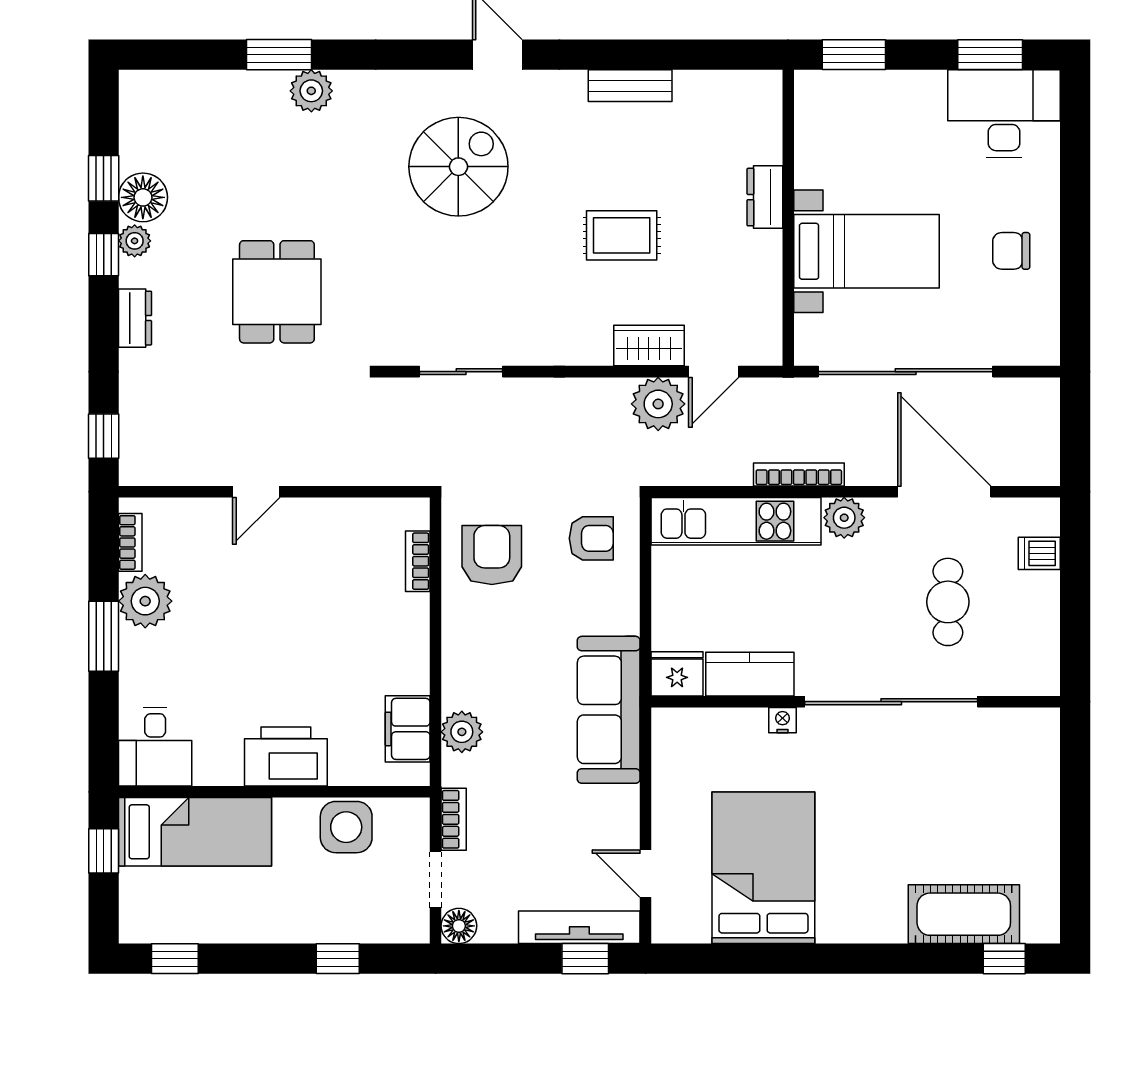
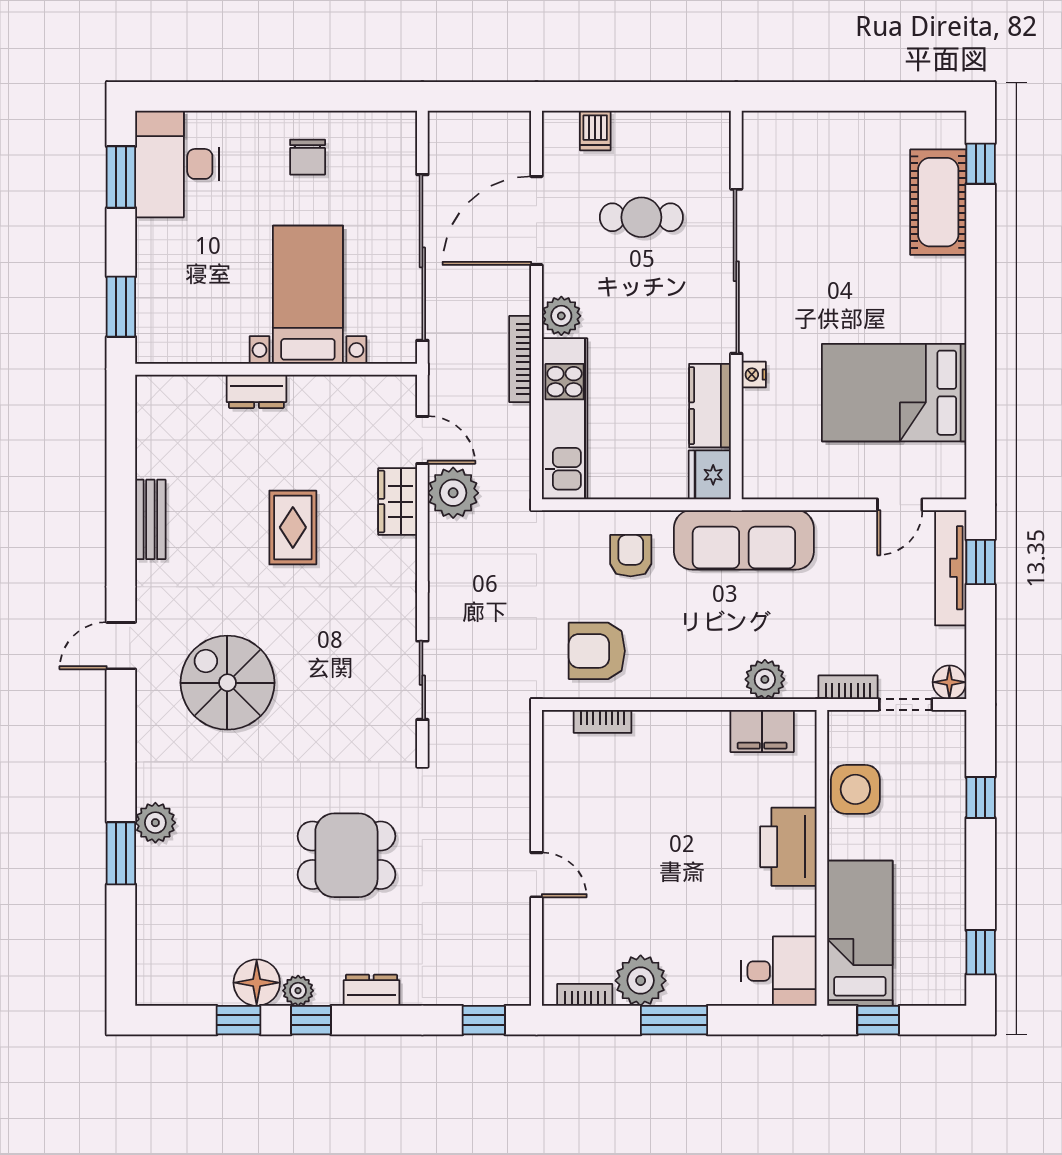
armchair: (591, 538) -> (631, 556), moved

